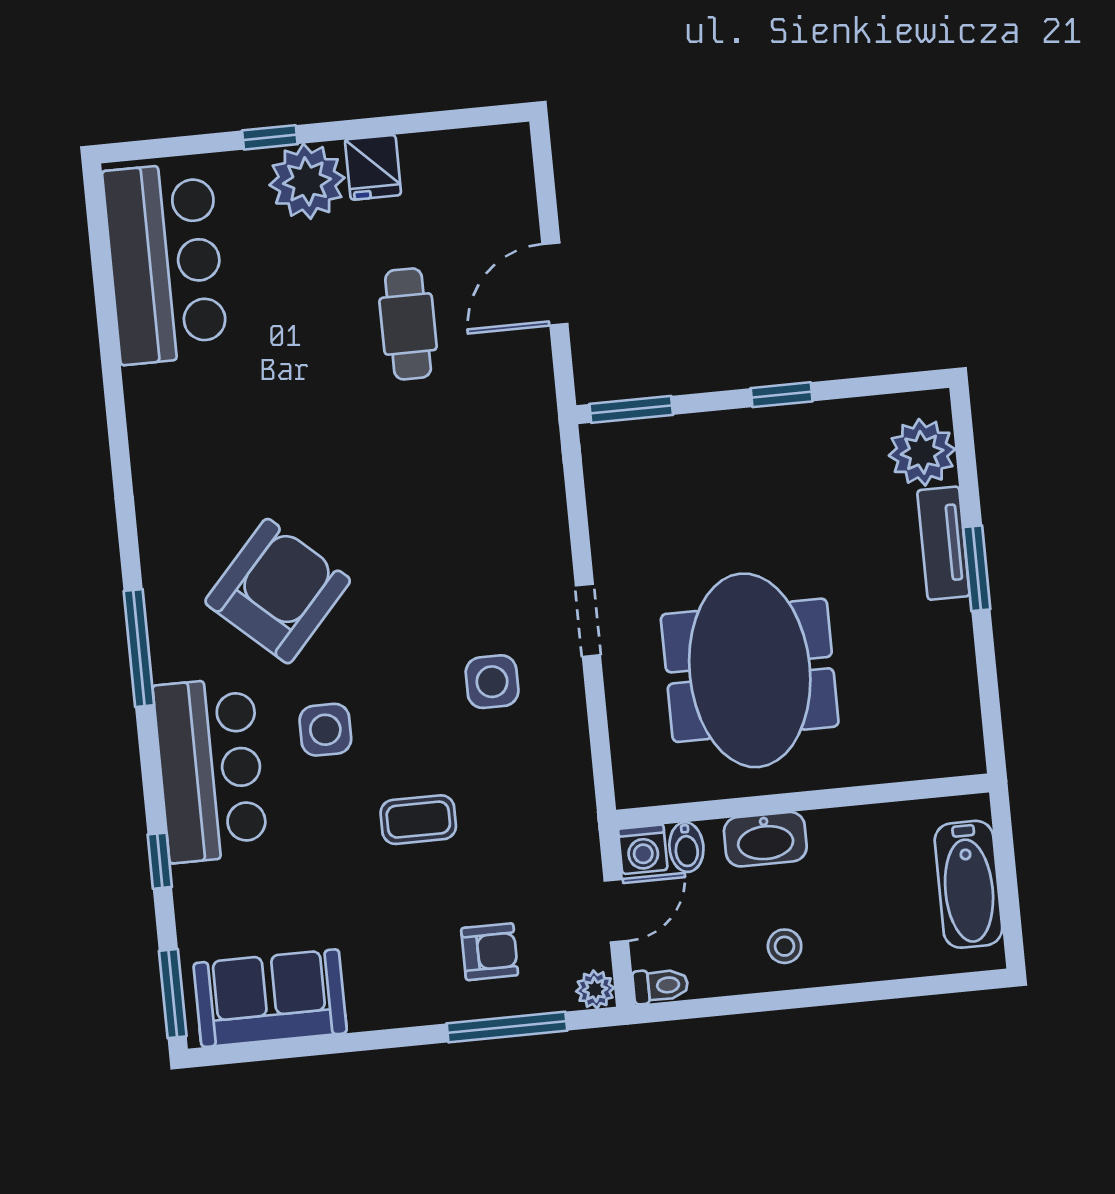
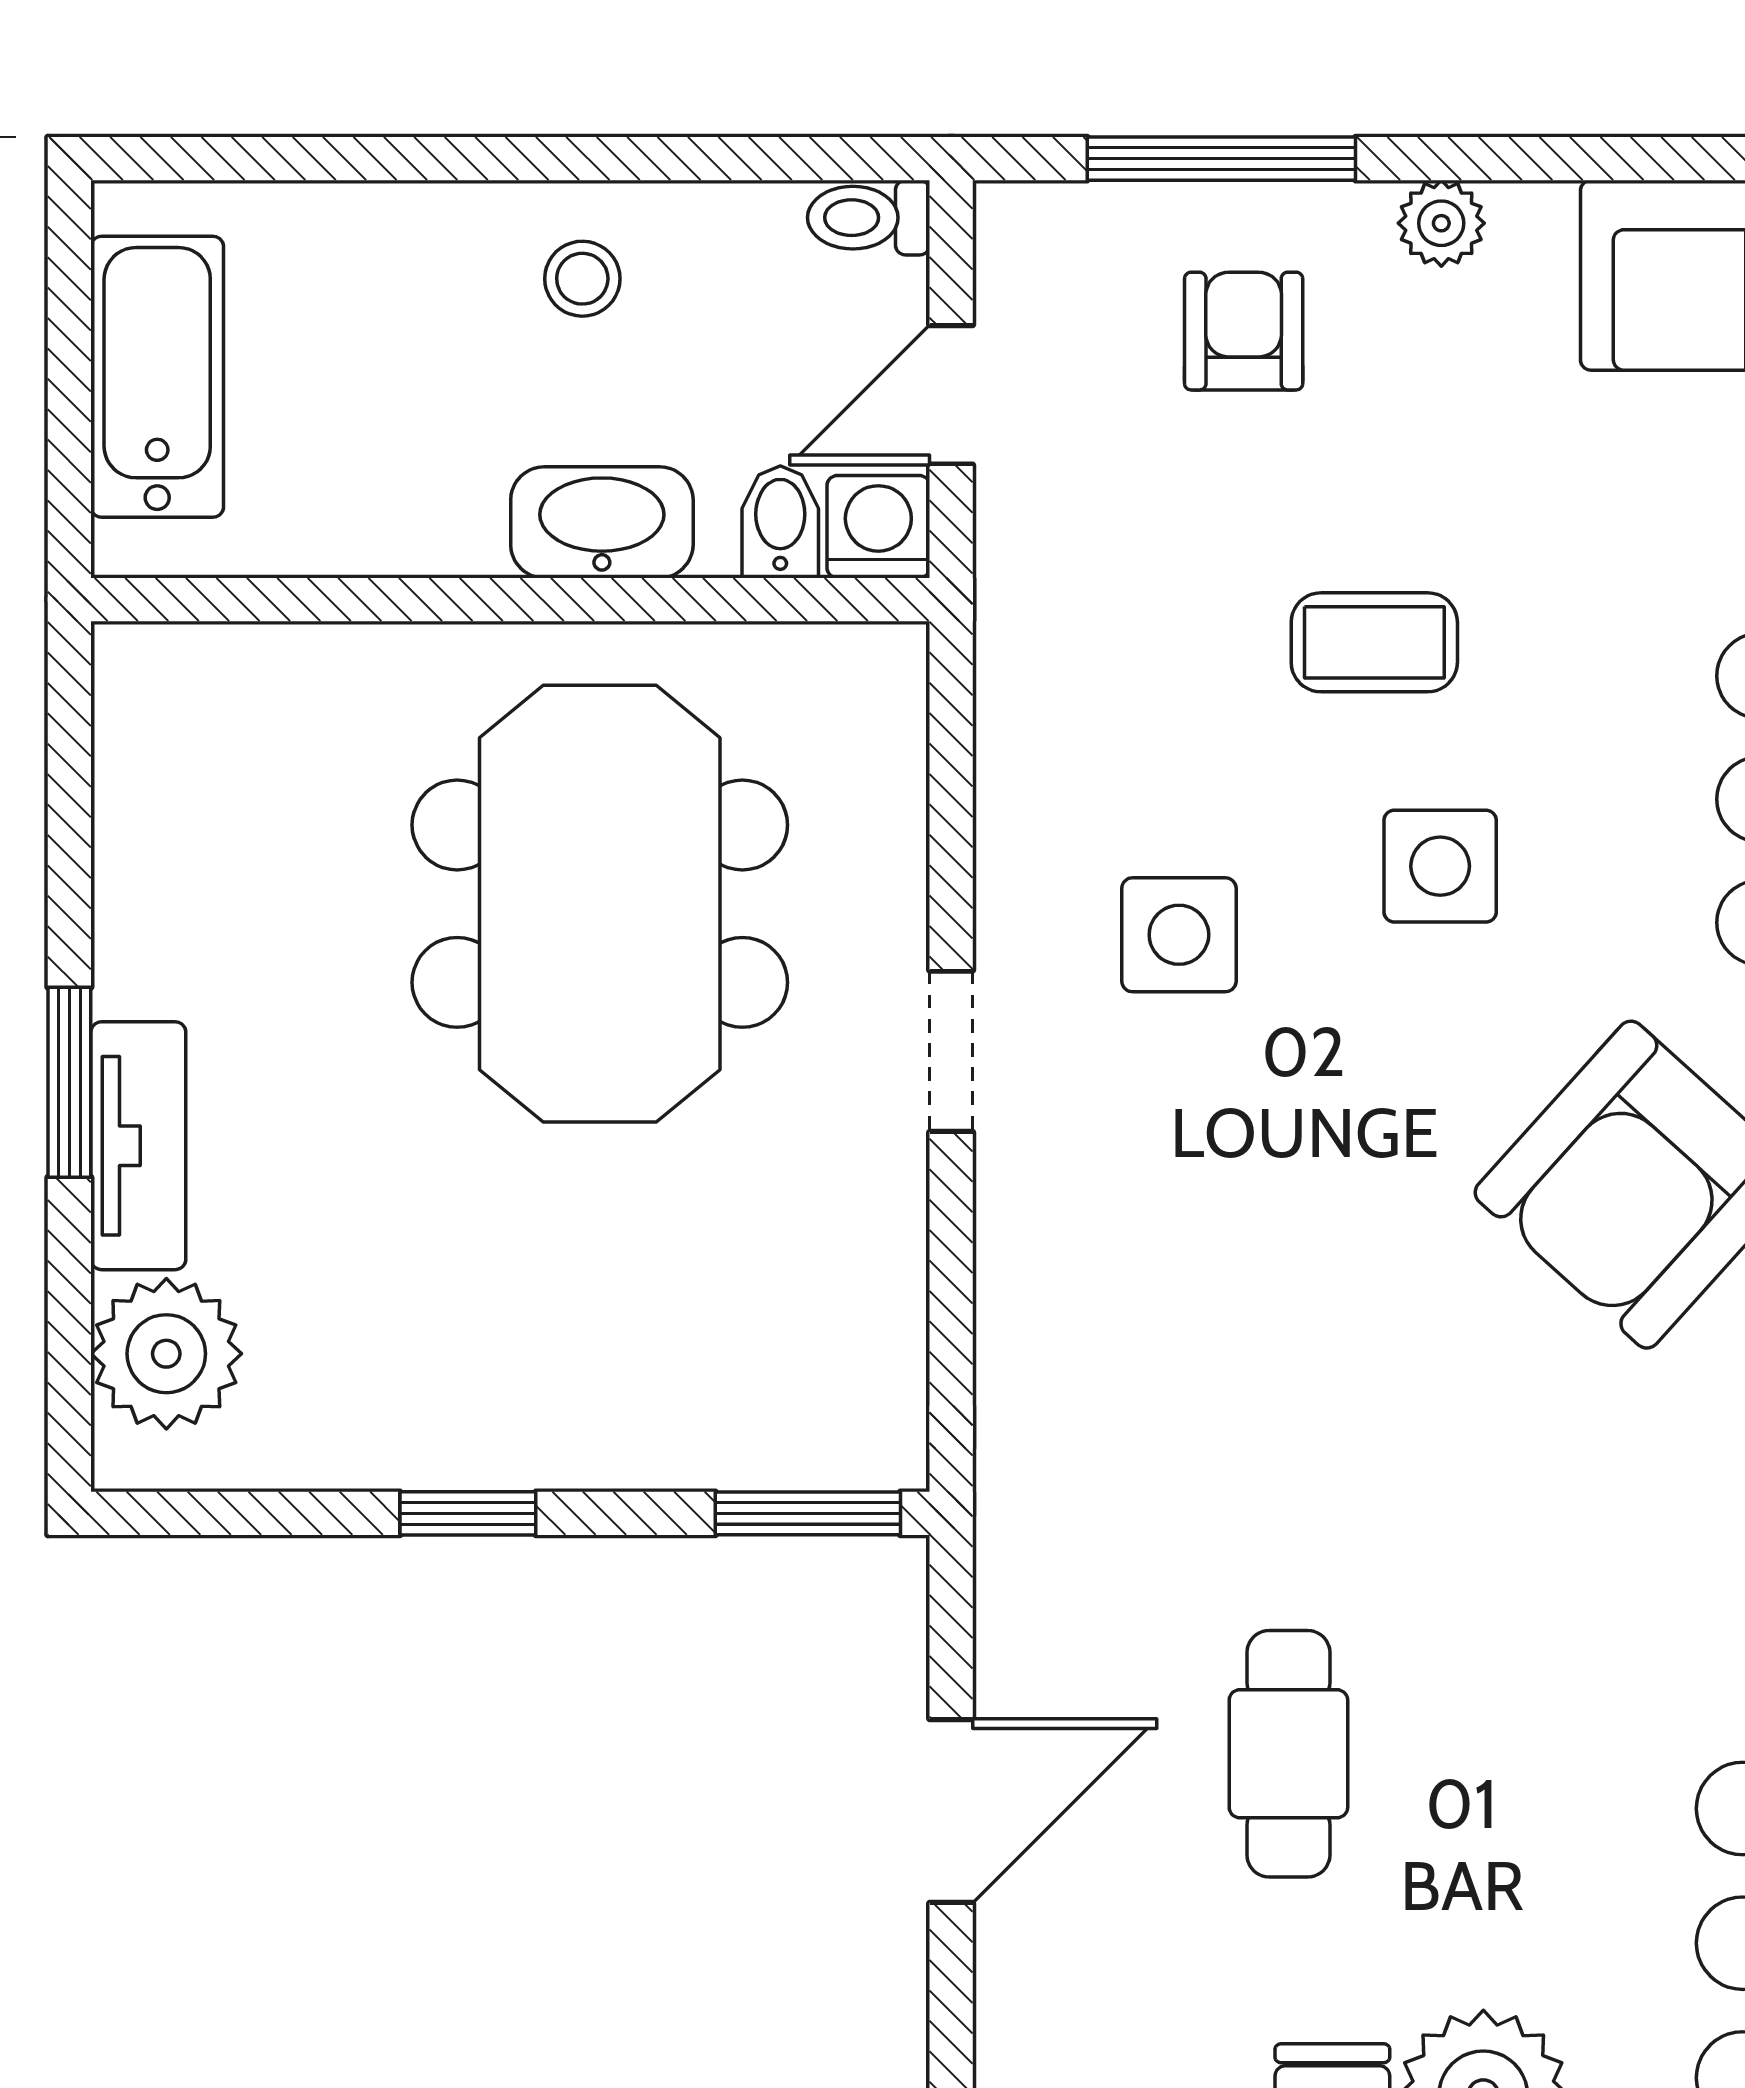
side table: (325, 730) -> (1440, 866), moved
armchair: (490, 952) -> (1244, 331), turned 90
plant: (595, 990) -> (1441, 223), moved

